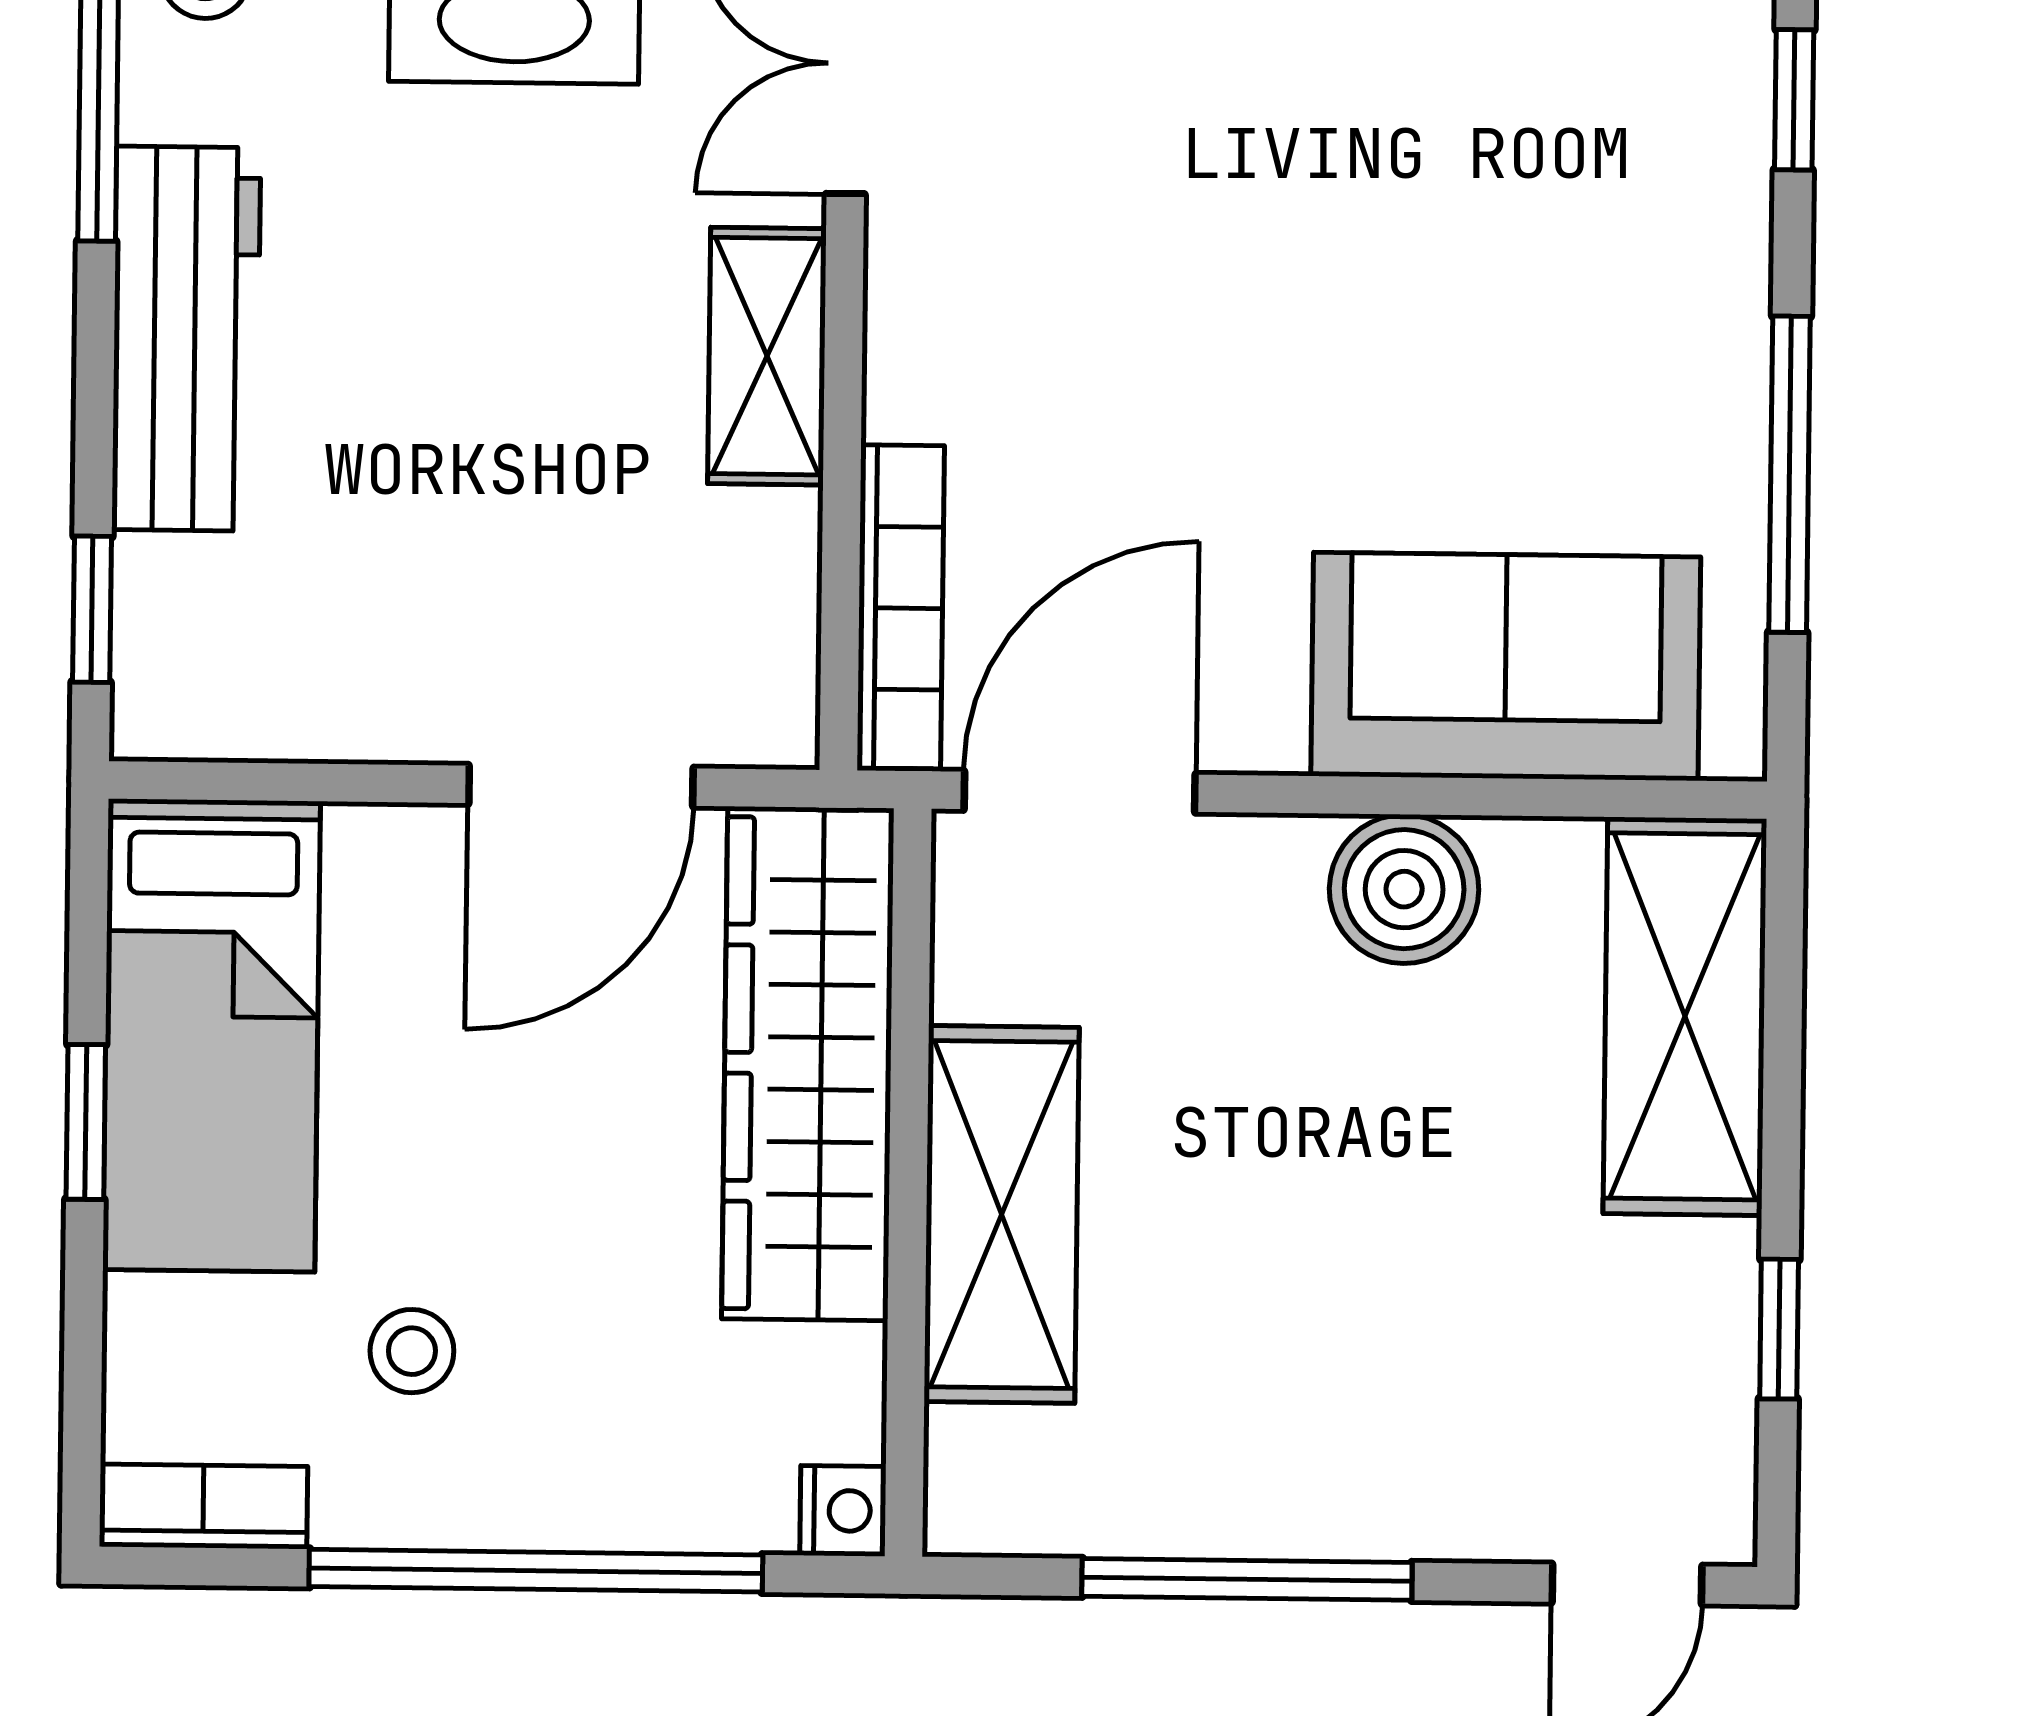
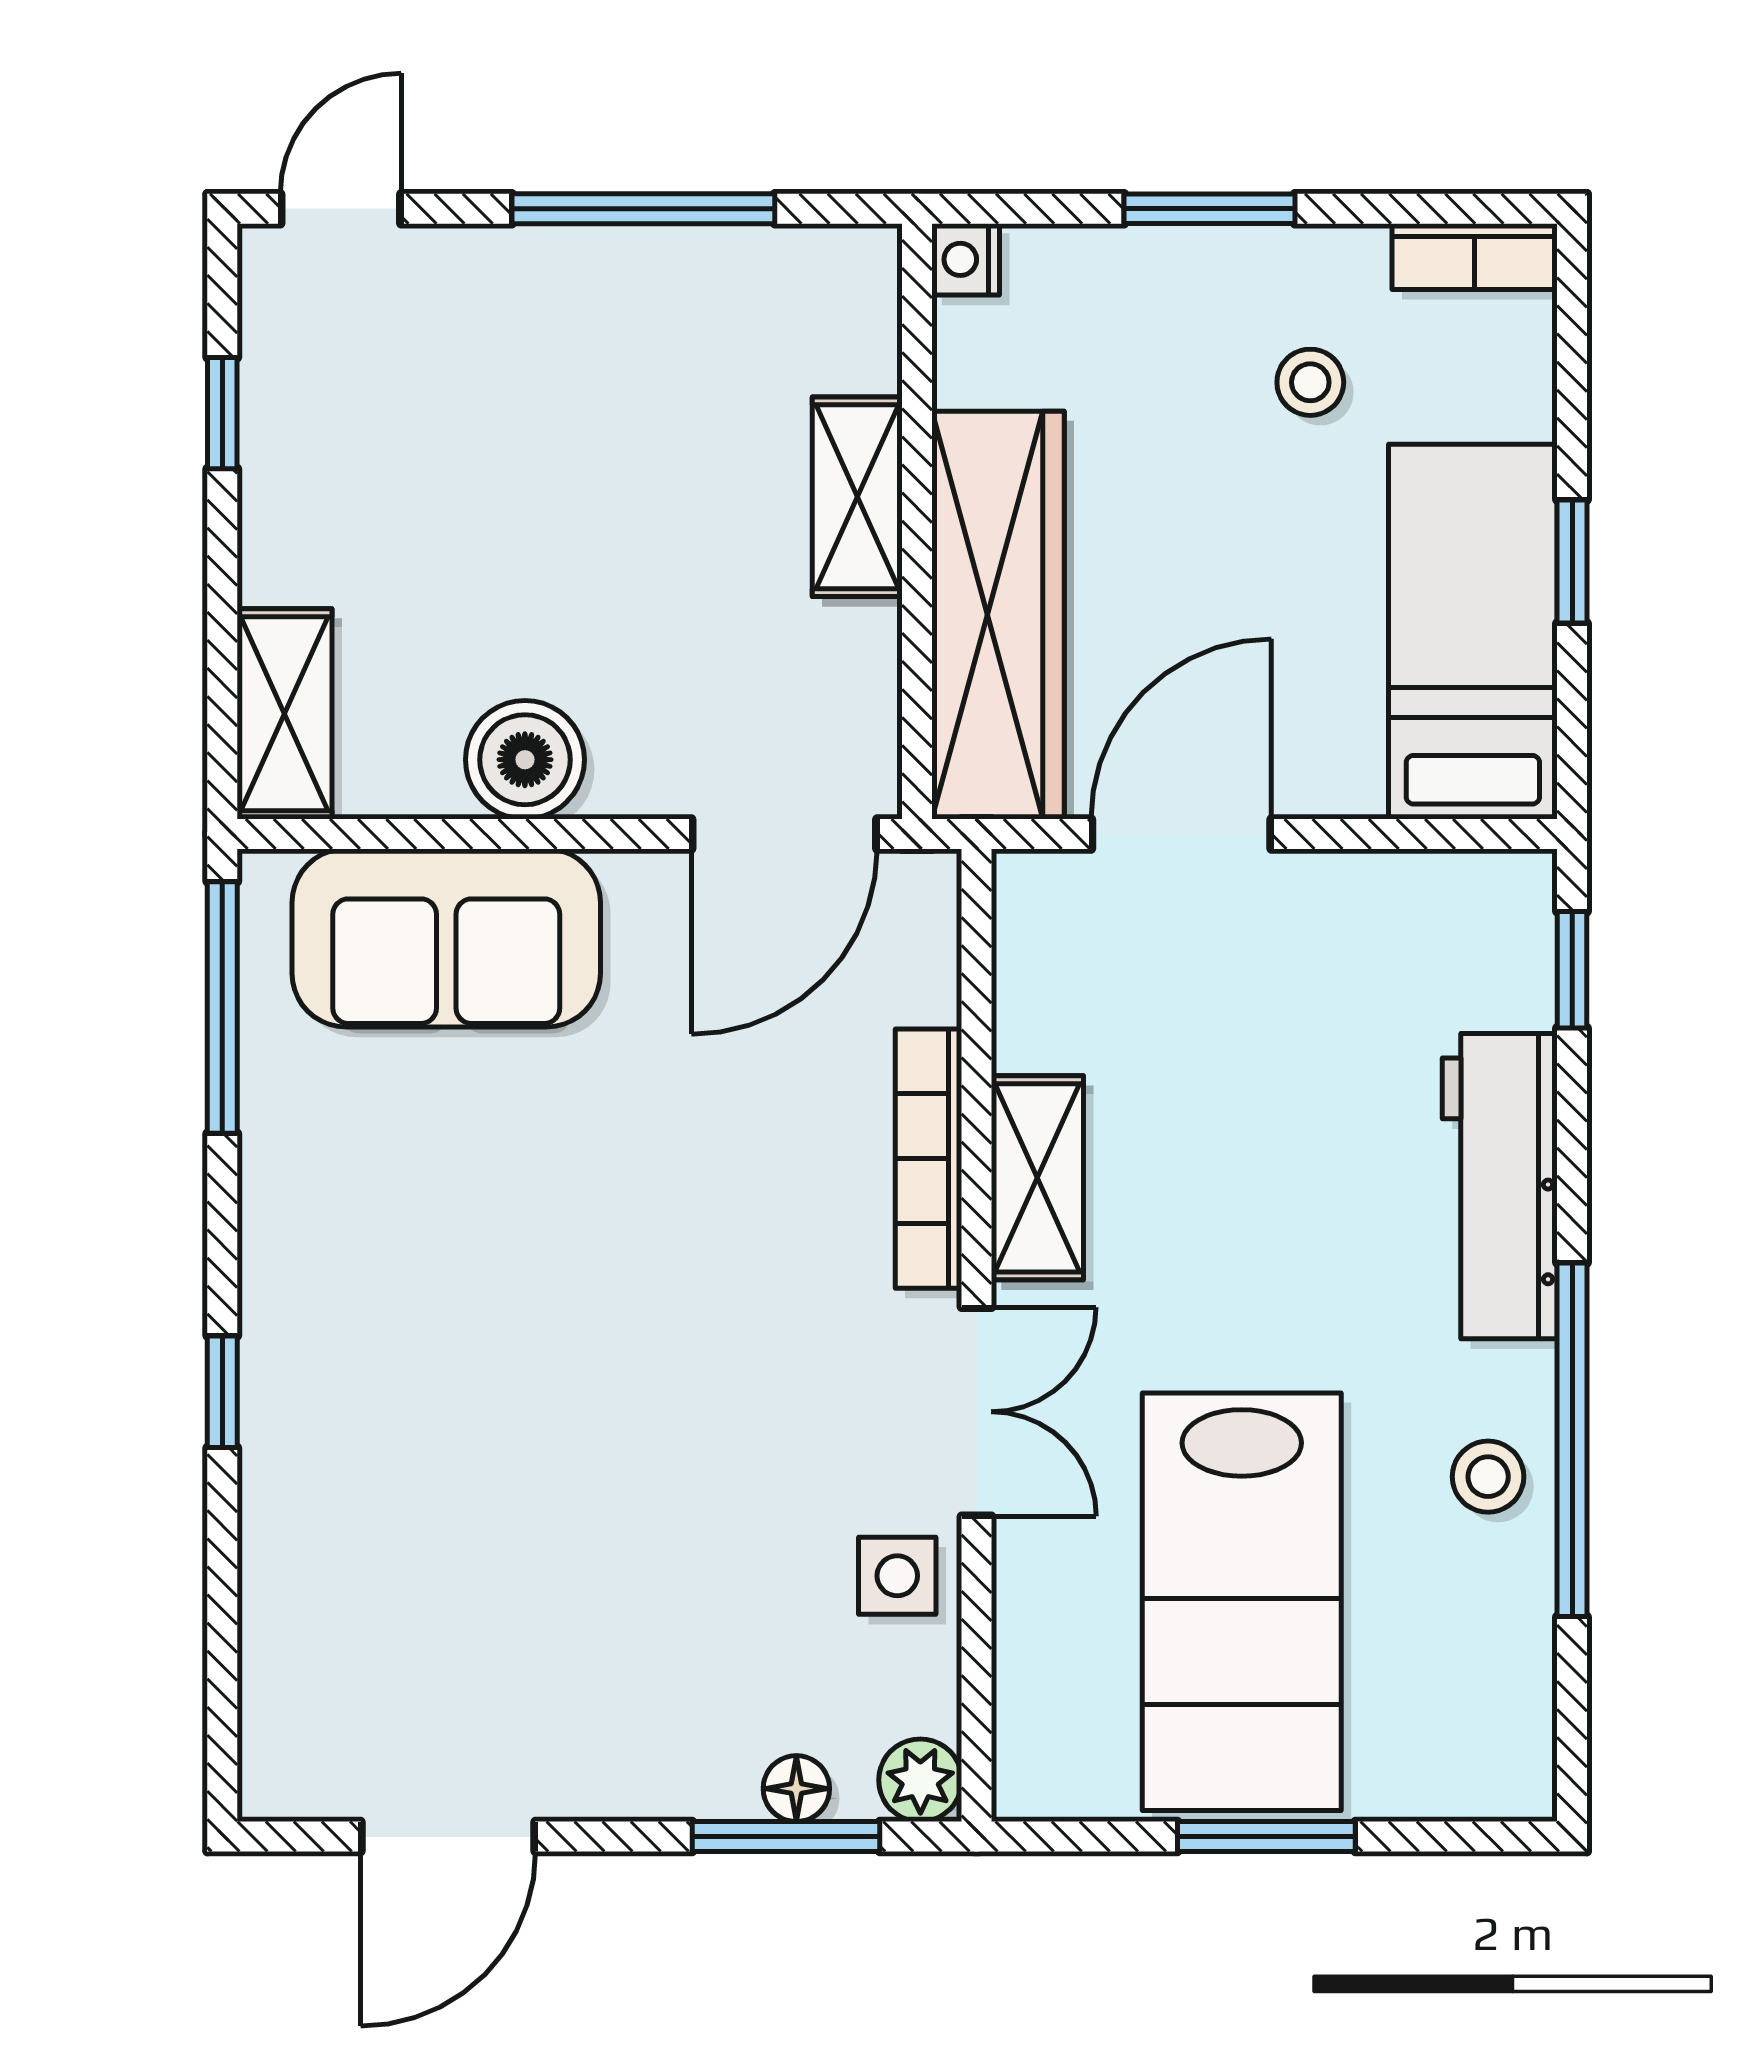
window: (1790, 474) -> (222, 1008), moved
bookcase: (901, 608) -> (928, 1159), moved
shelving: (1685, 1016) -> (284, 714), width x0.67, depth x0.75
shelving: (1002, 1214) -> (857, 497), width x0.67, depth x0.75
window: (536, 1571) -> (1210, 209), width x0.47

